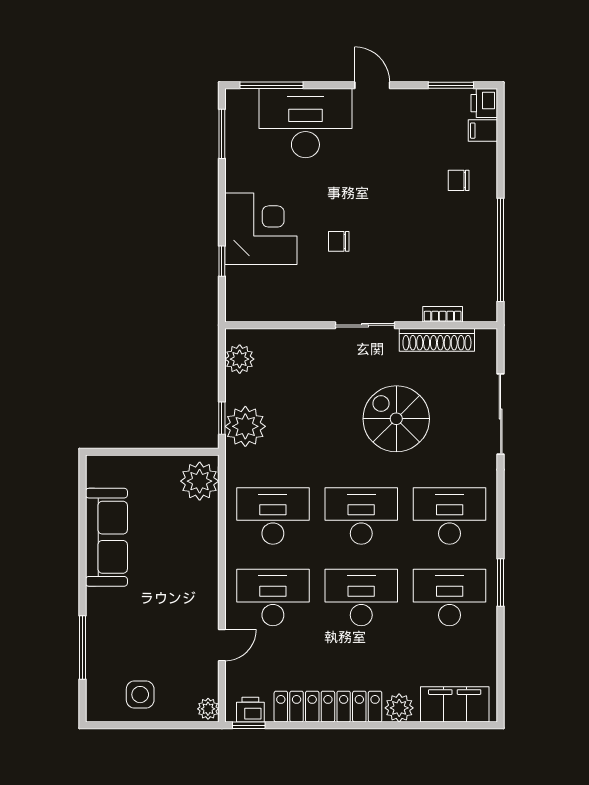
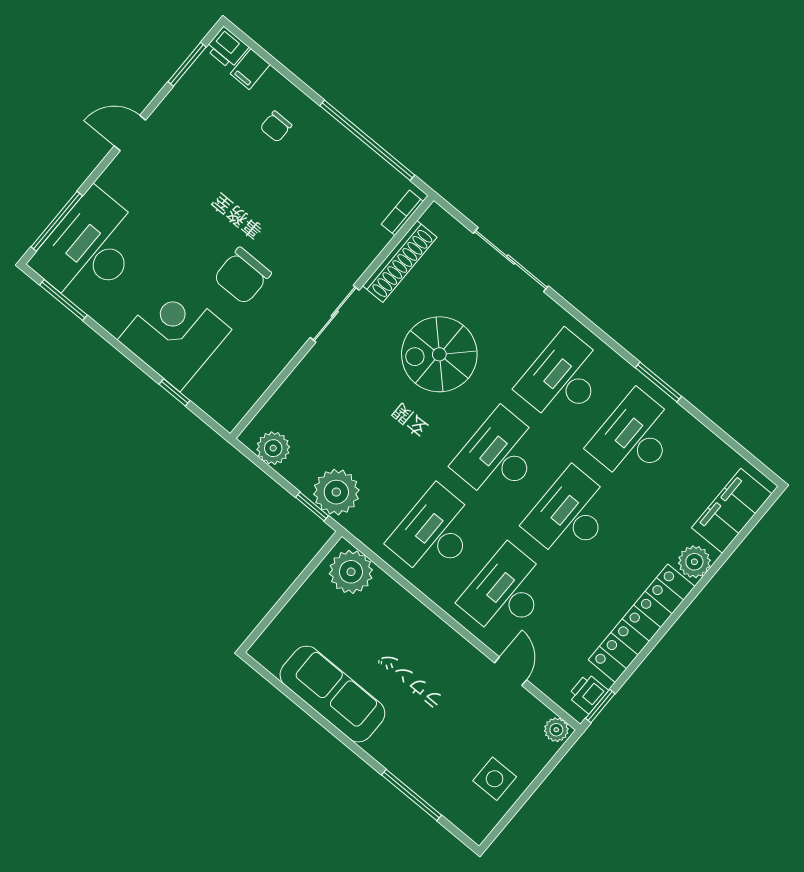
desk: (305, 123) -> (90, 249), moved
chair: (339, 241) -> (242, 276), width x1.87, depth x1.87
bookcase: (443, 314) -> (402, 213), moved

